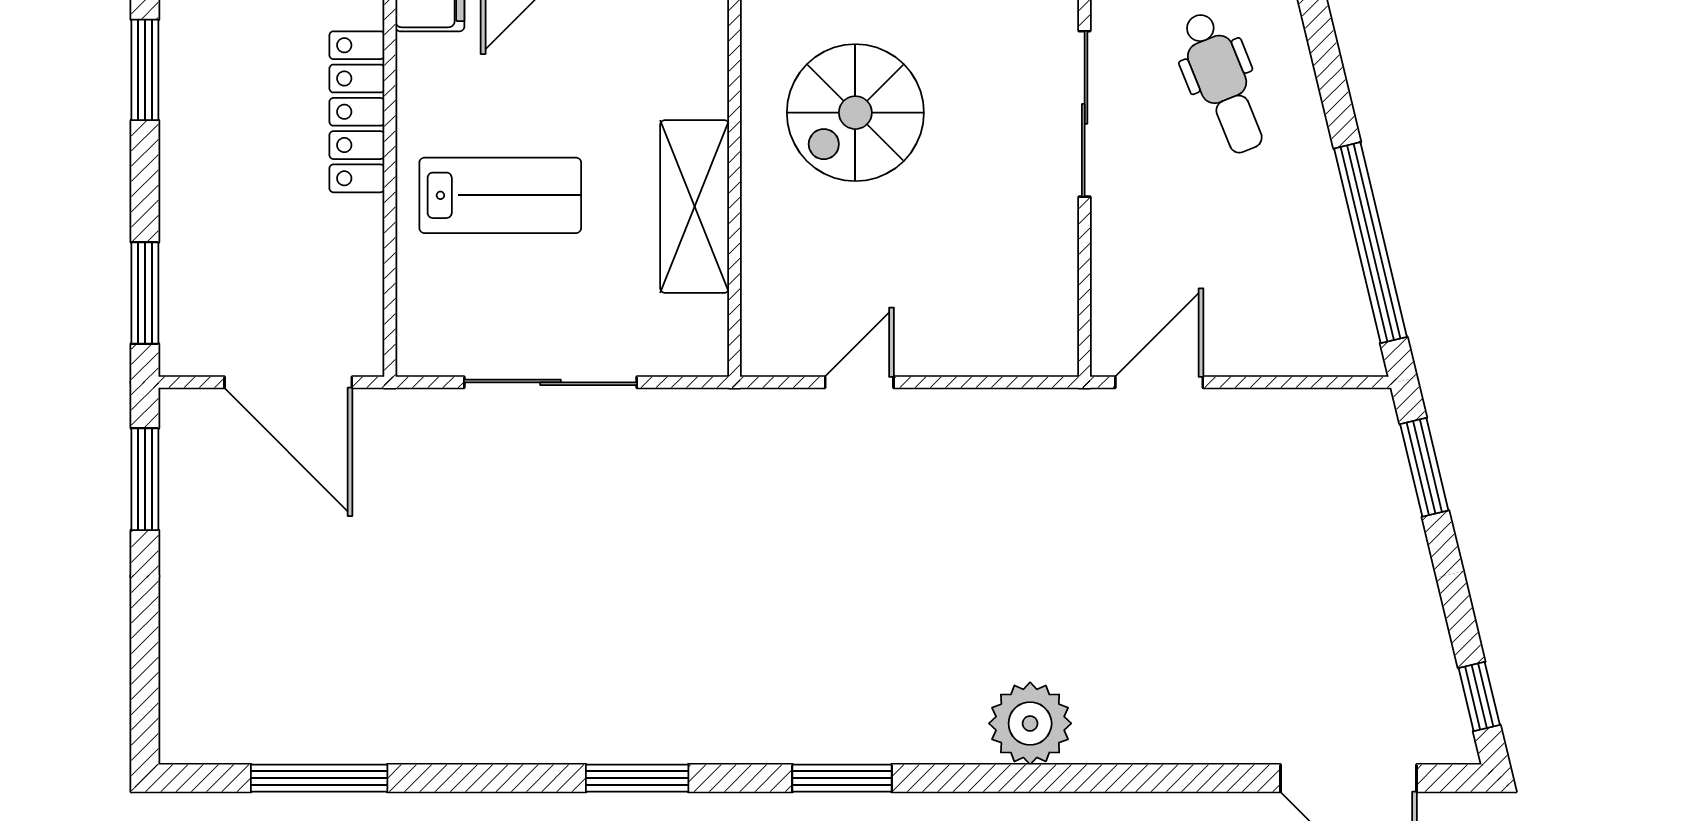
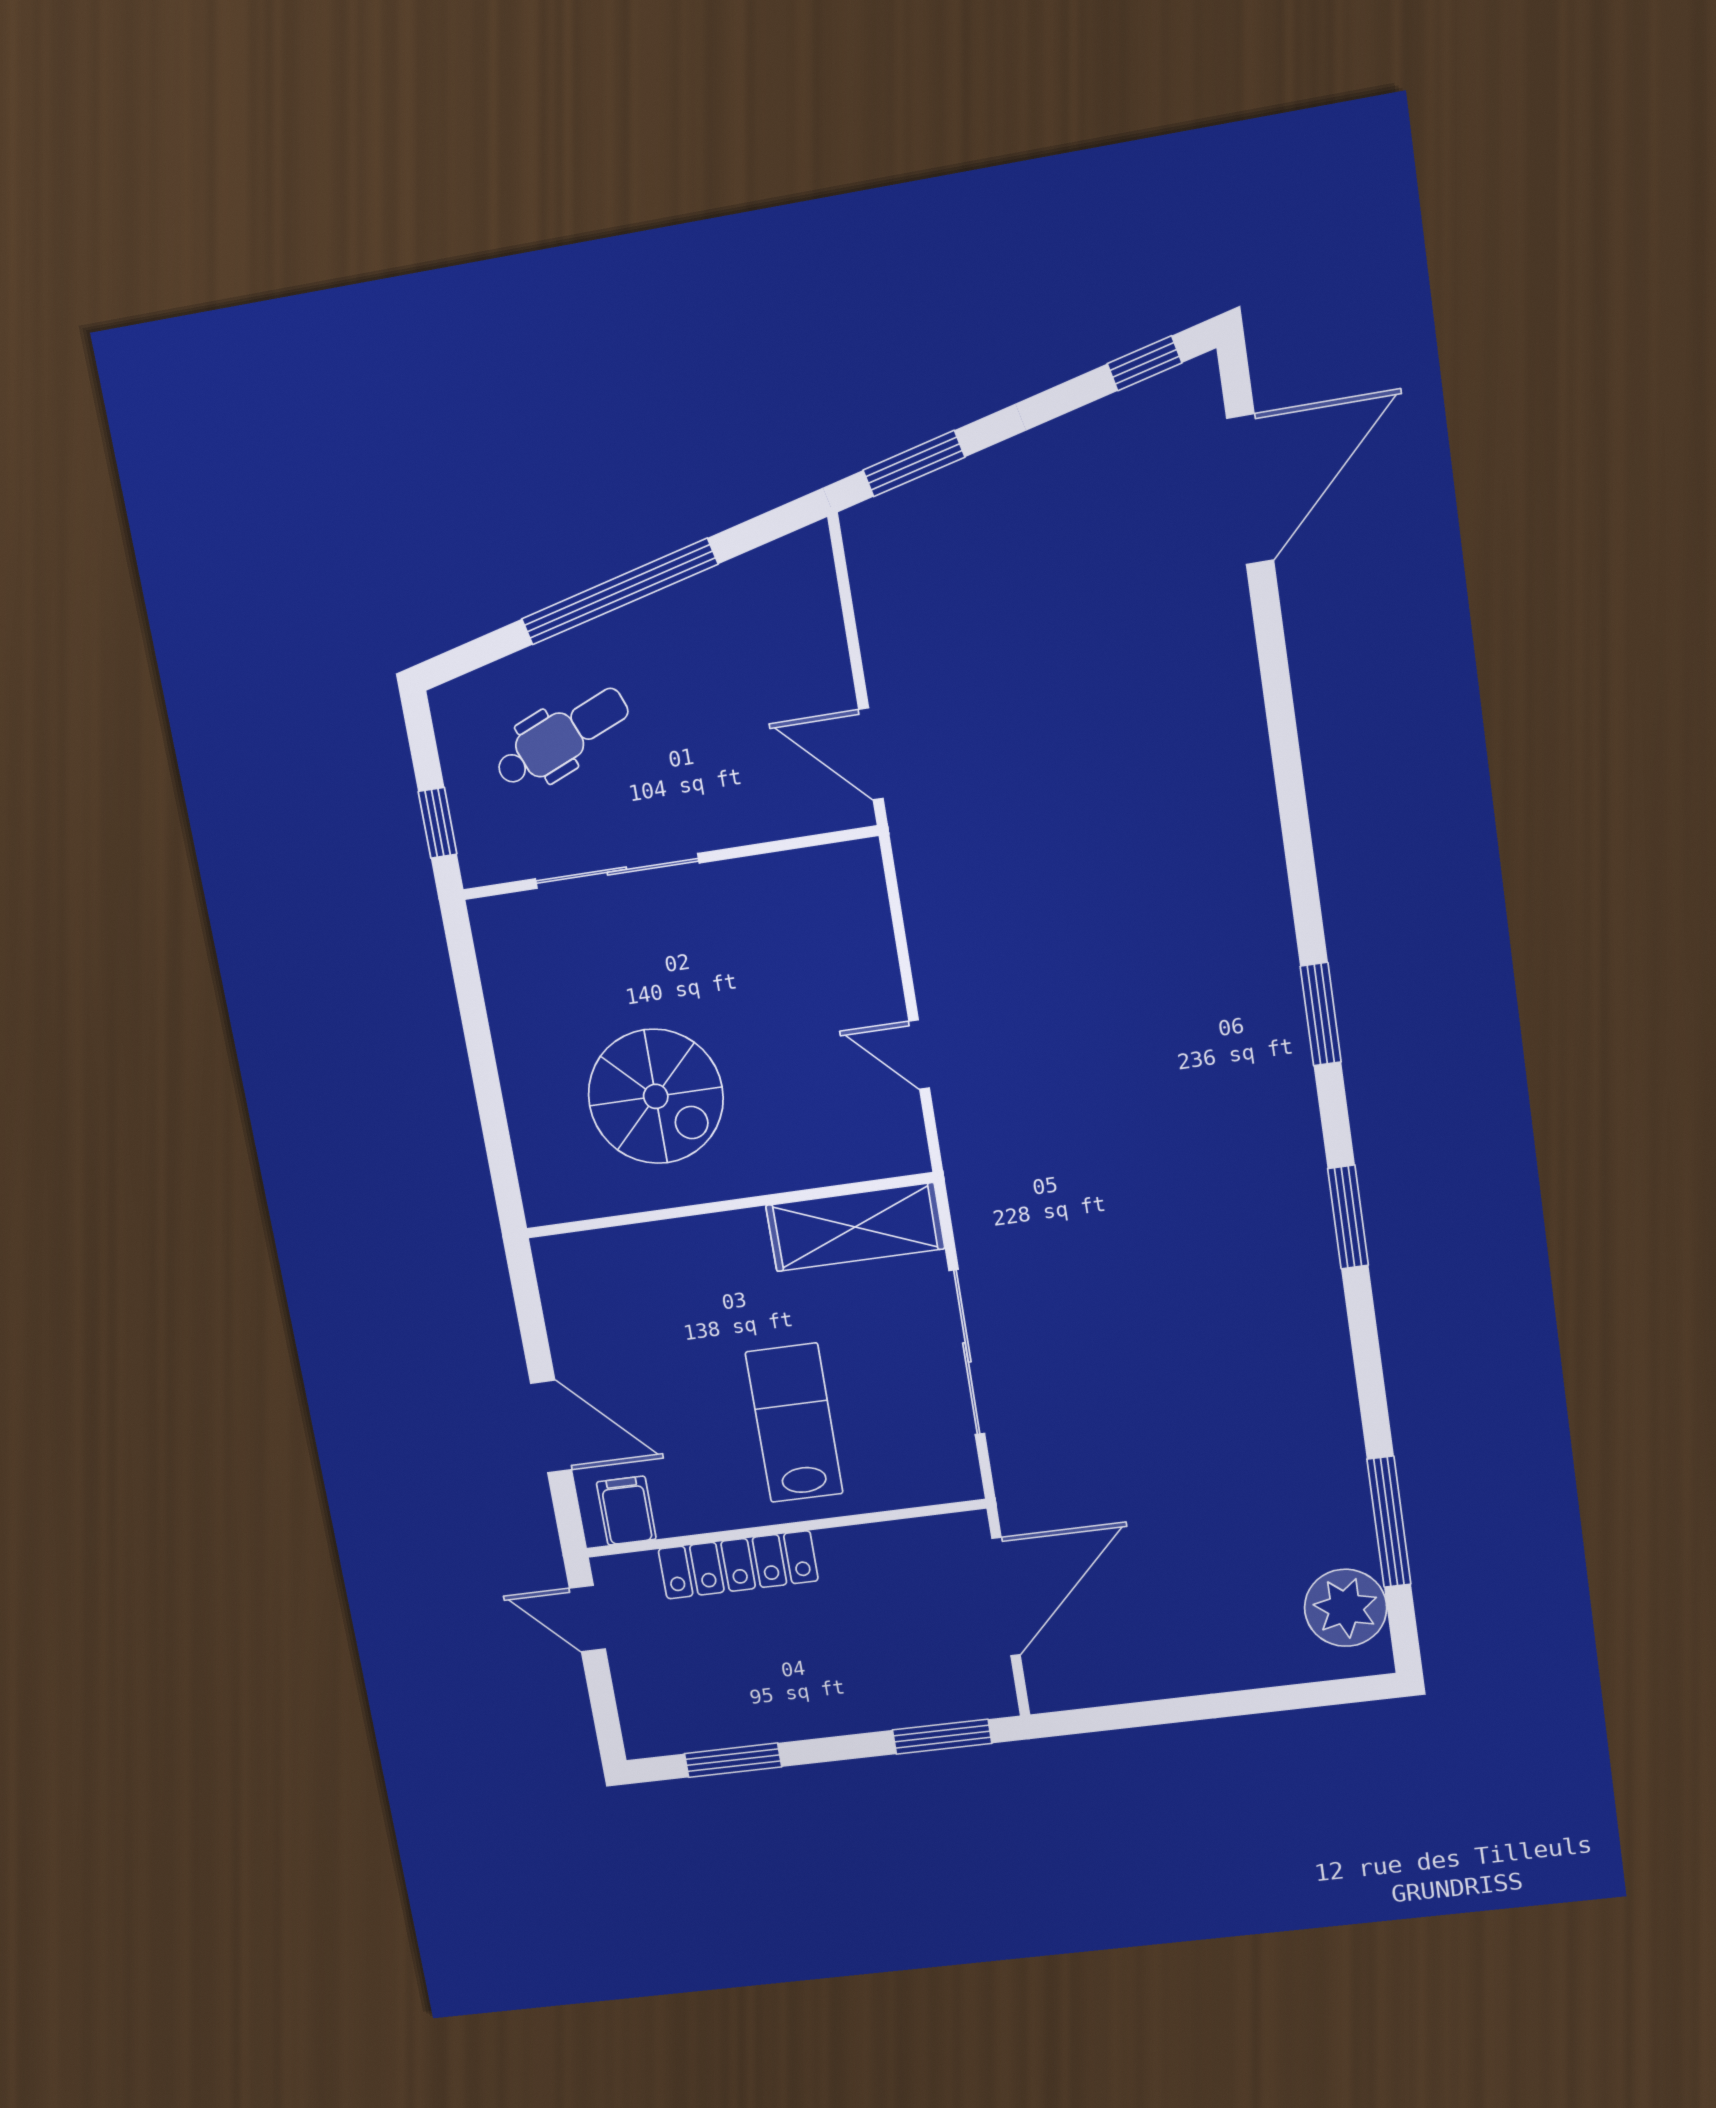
shelving: (695, 206) -> (855, 1227), moved
window: (1370, 243) -> (619, 592), moved
window: (145, 479) -> (1120, 1717), removed
plant: (1030, 723) -> (1346, 1608), moved

